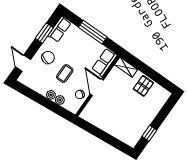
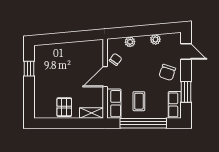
window: (93, 32) -> (143, 123), width x1.46
coffee table: (65, 74) -> (139, 101), moved
door: (97, 87) -> (105, 77), swing flipped
plant: (51, 95) -> (155, 39), moved

